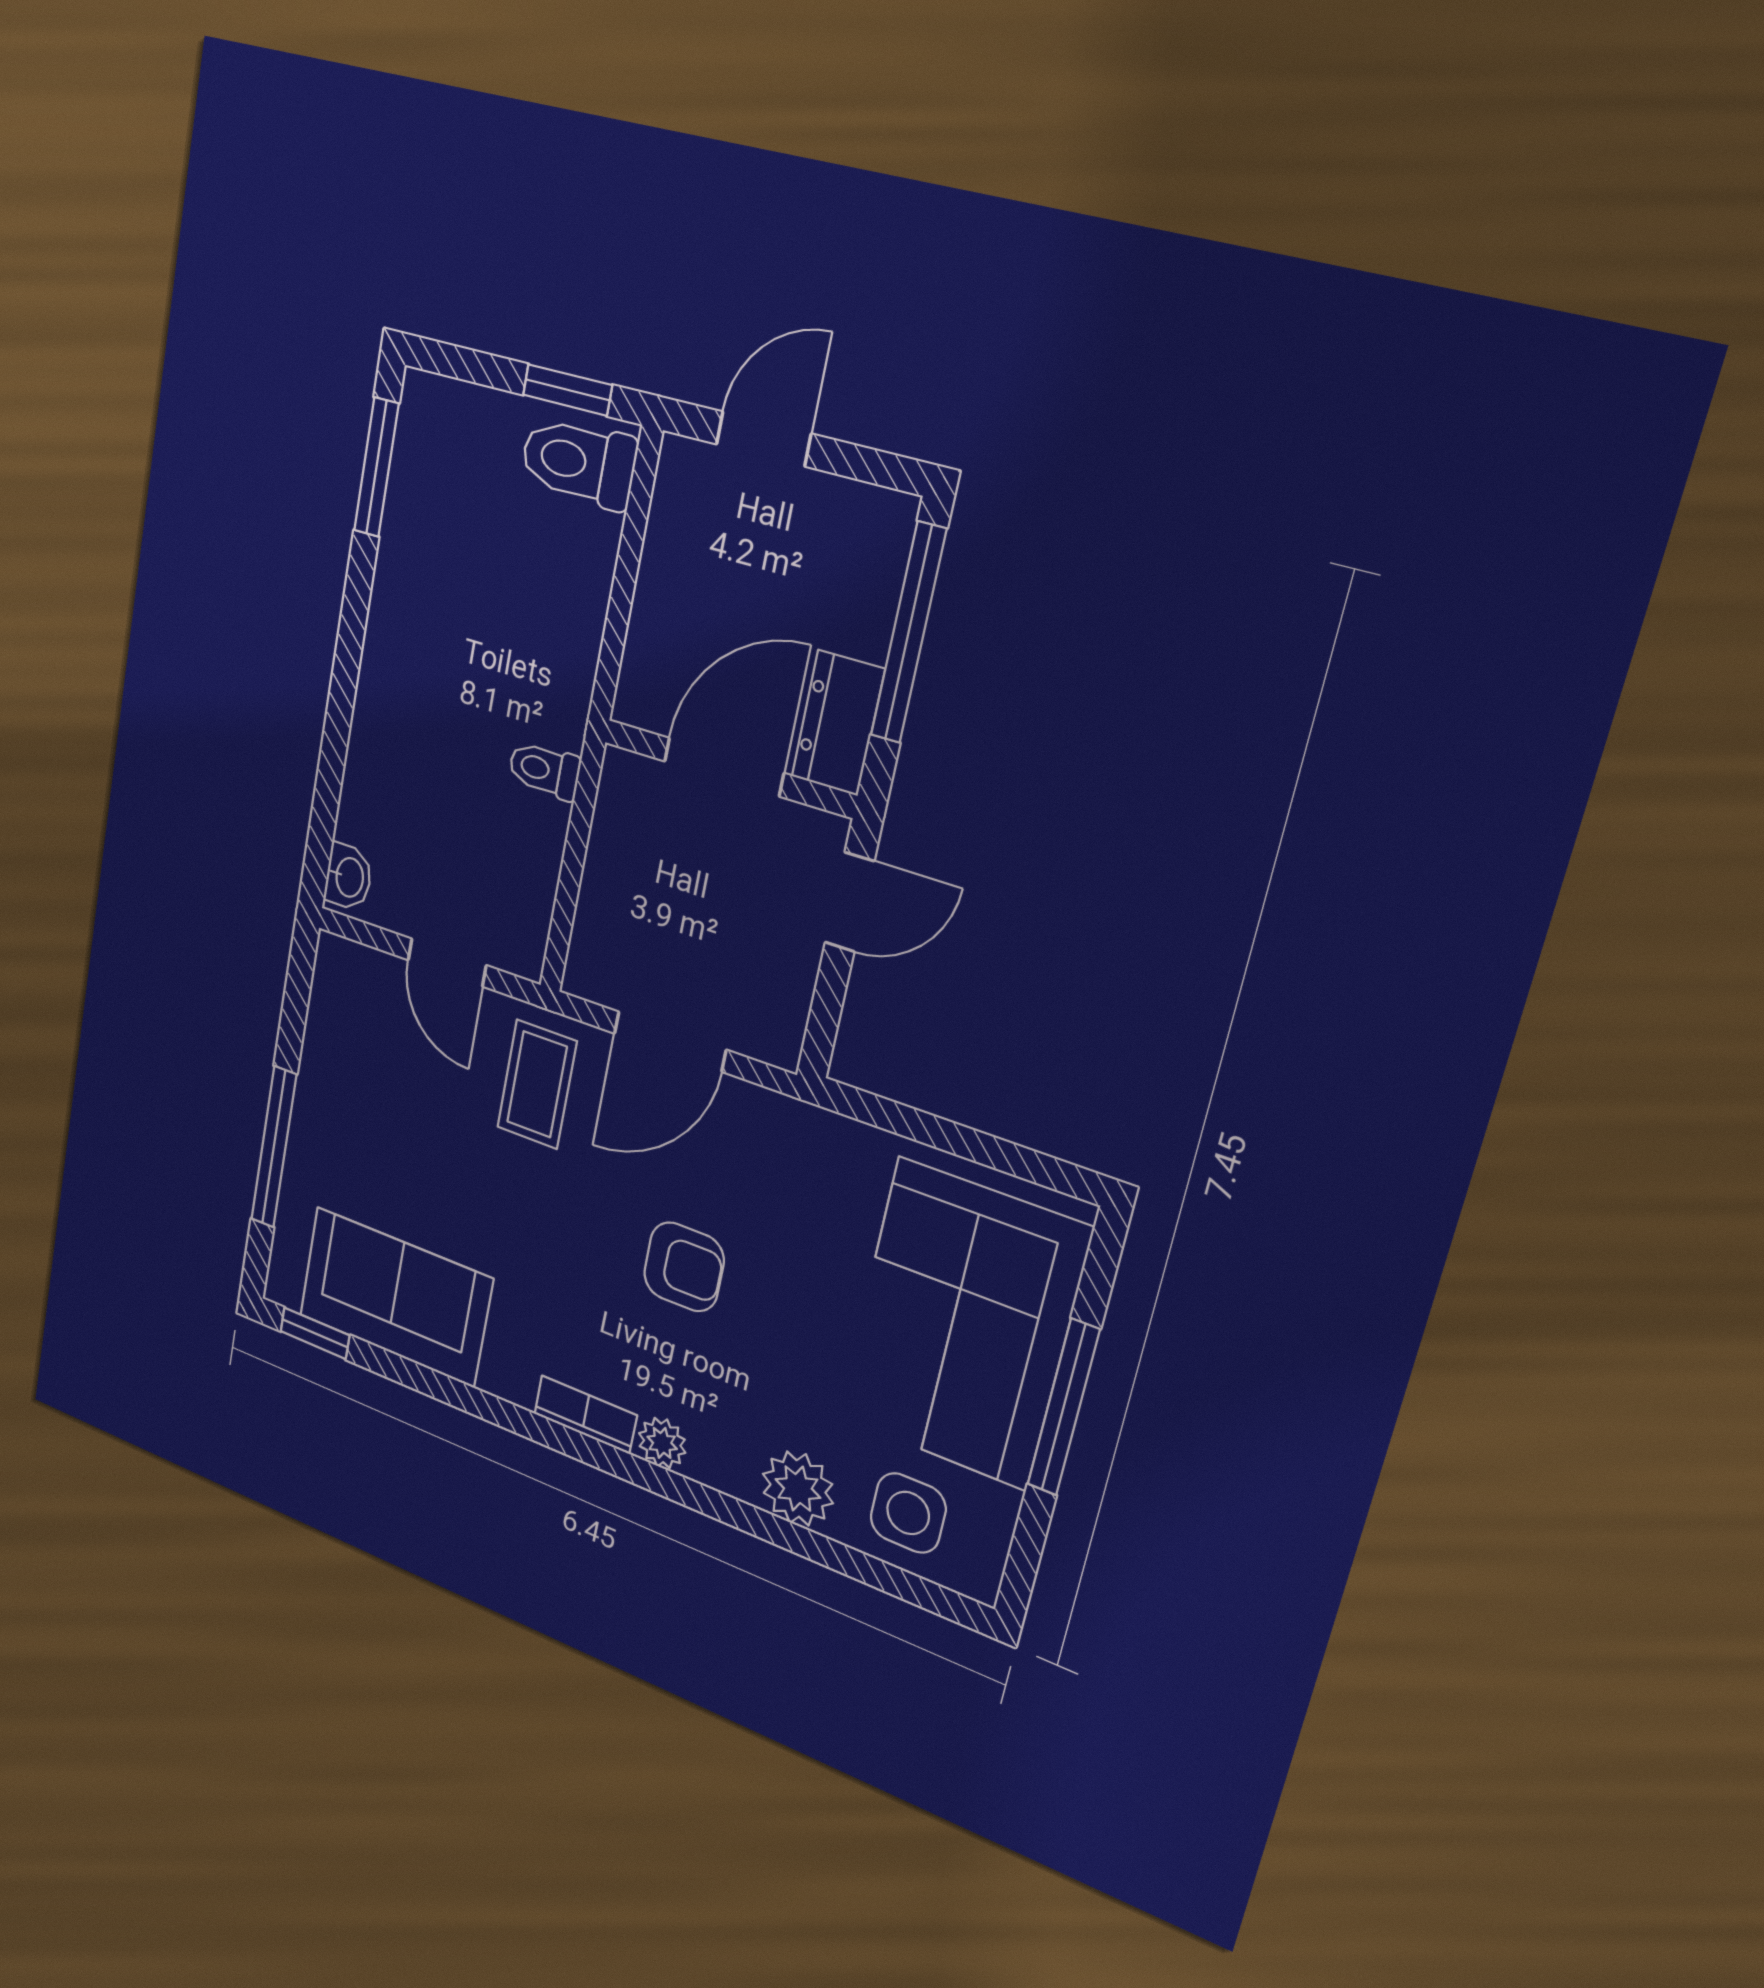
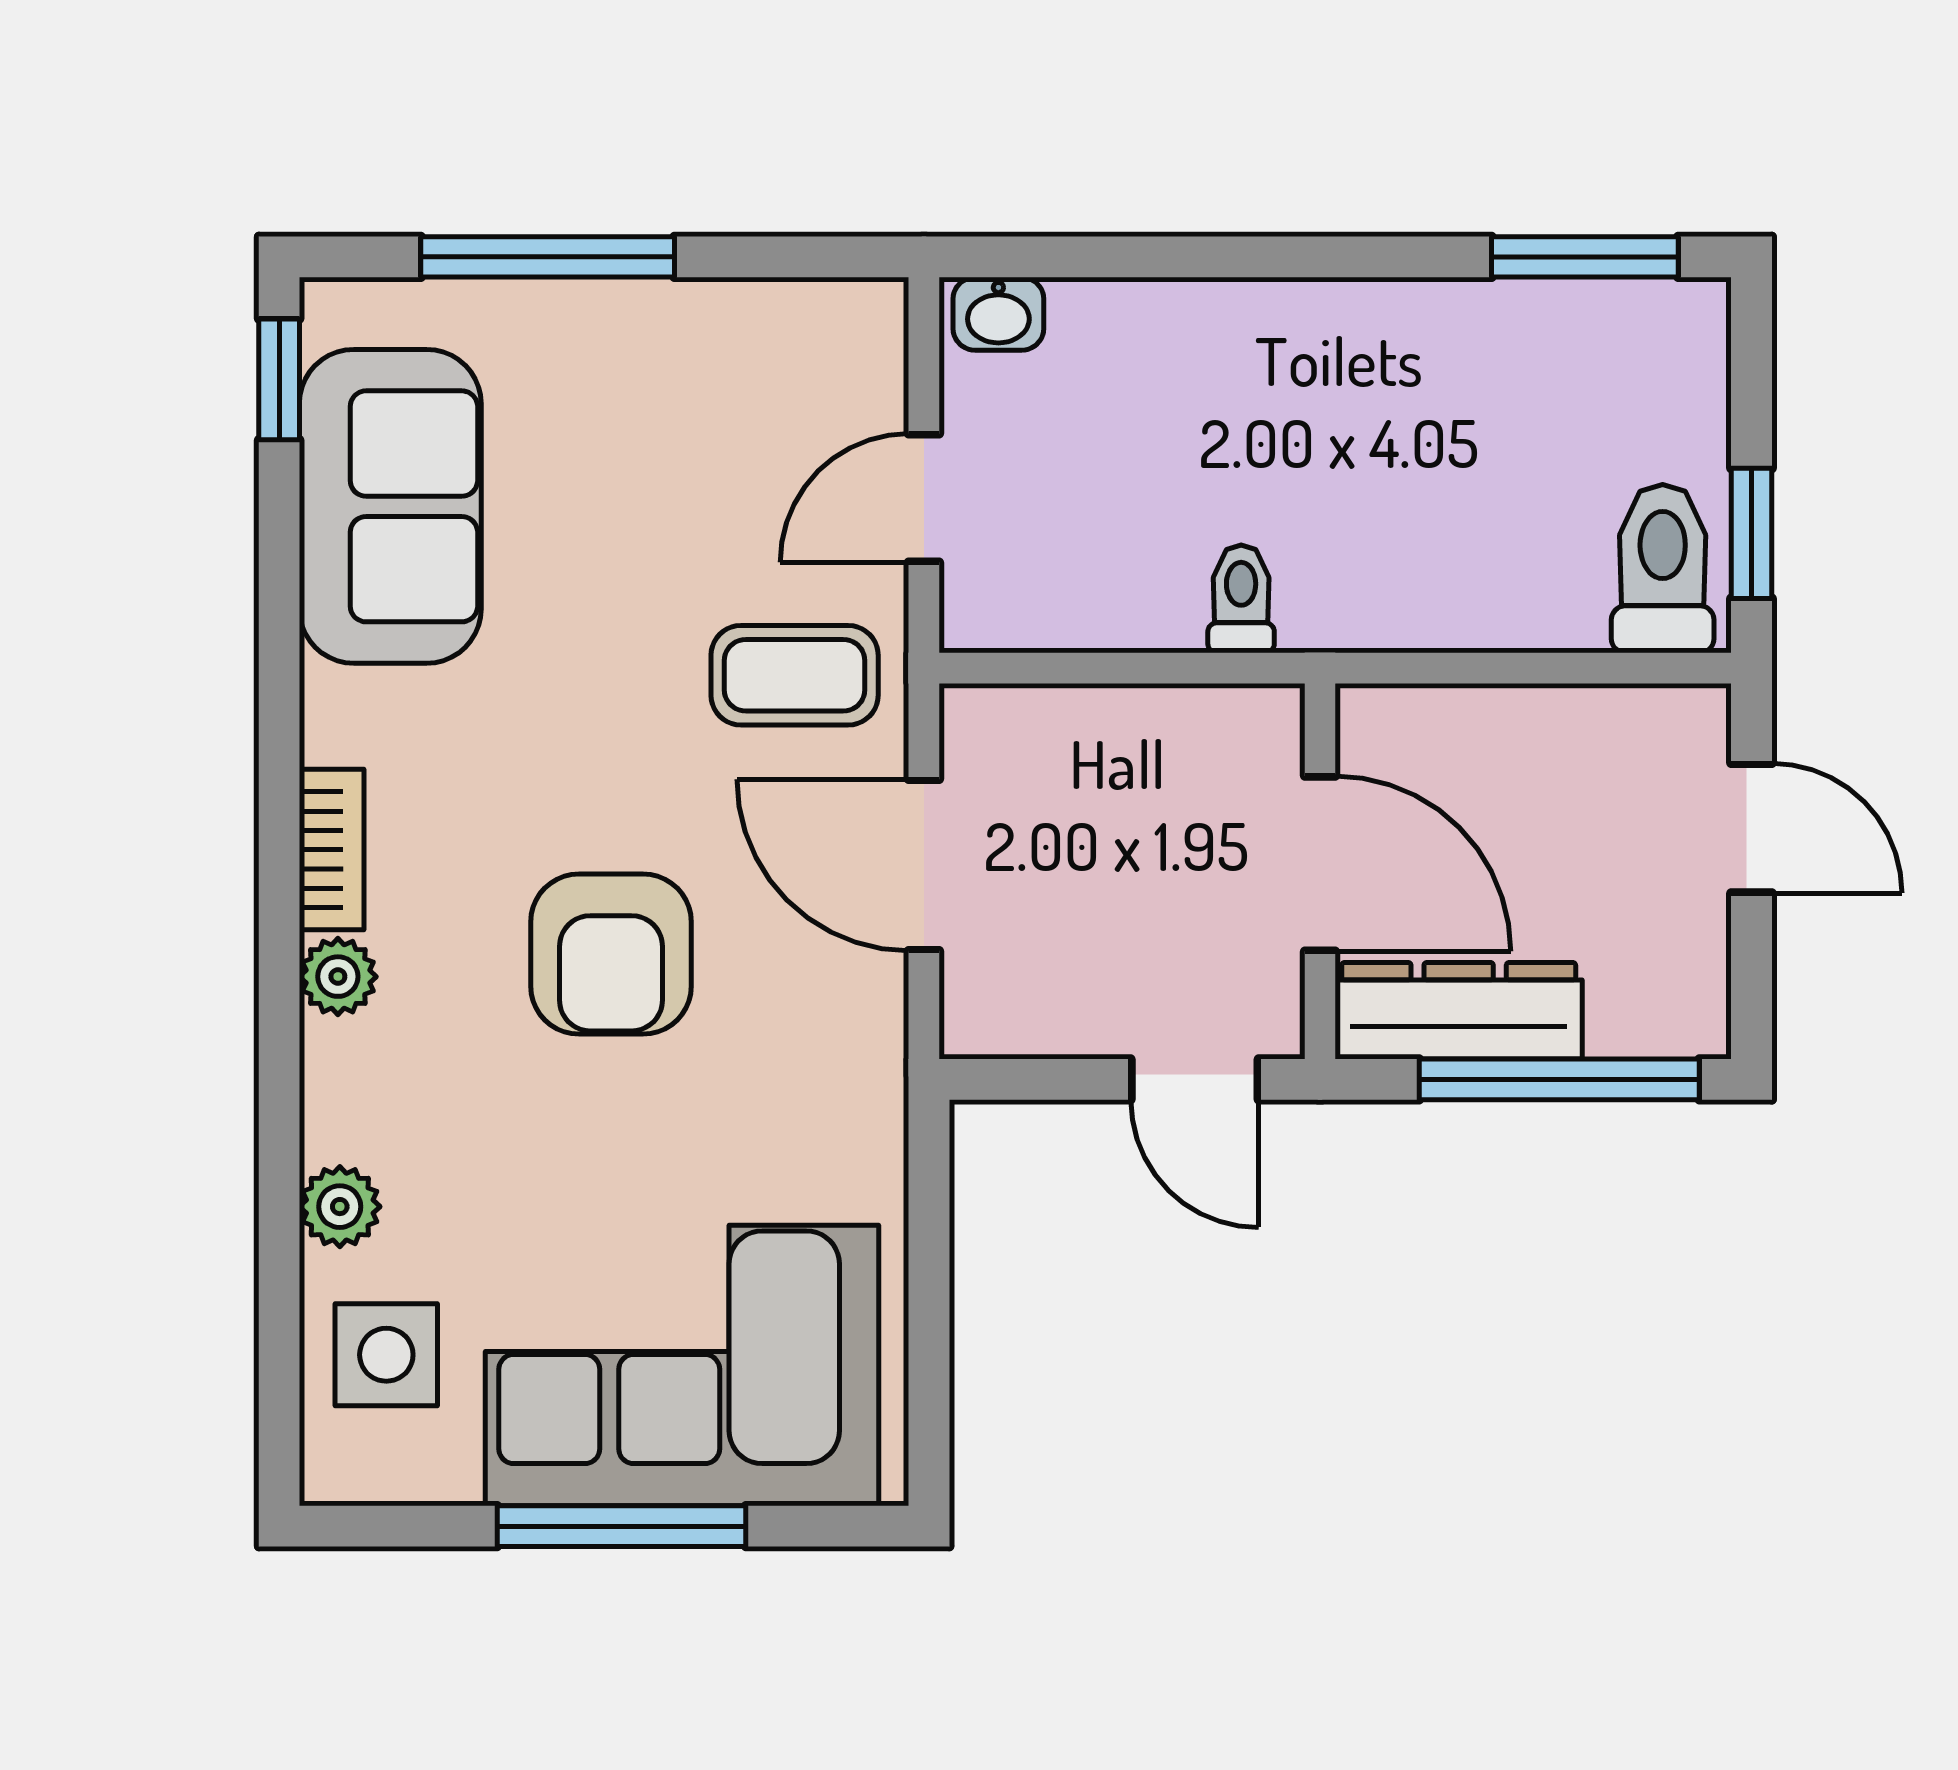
dresser: (838, 723) -> (1459, 1011), width x1.44
armchair: (684, 1267) -> (611, 954), width x1.38, depth x1.38
plant: (798, 1489) -> (340, 1207), width x0.73, depth x0.73

